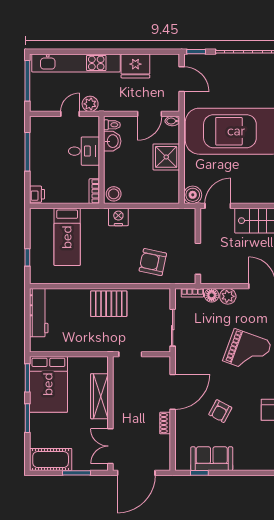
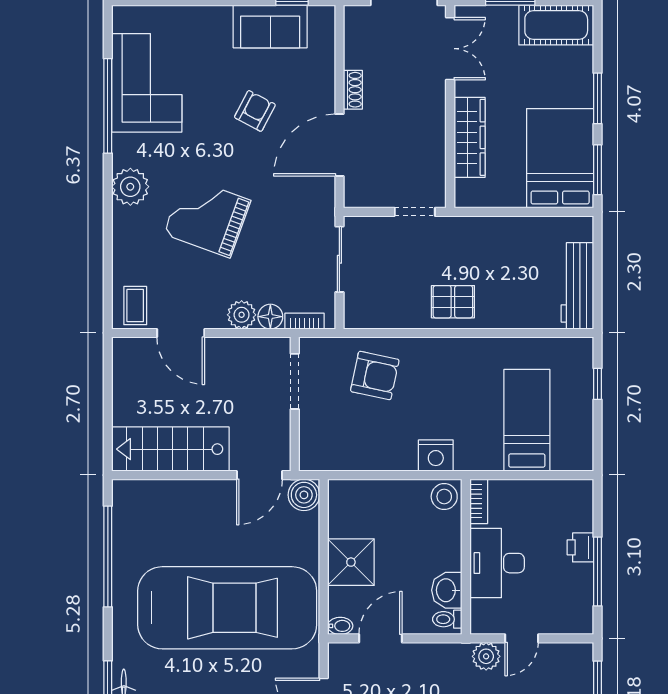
desk: (84, 151) -> (497, 563), width x1.37
printer: (37, 194) -> (580, 547), moved
pallet: (109, 304) -> (453, 302), width x0.67, depth x0.71

